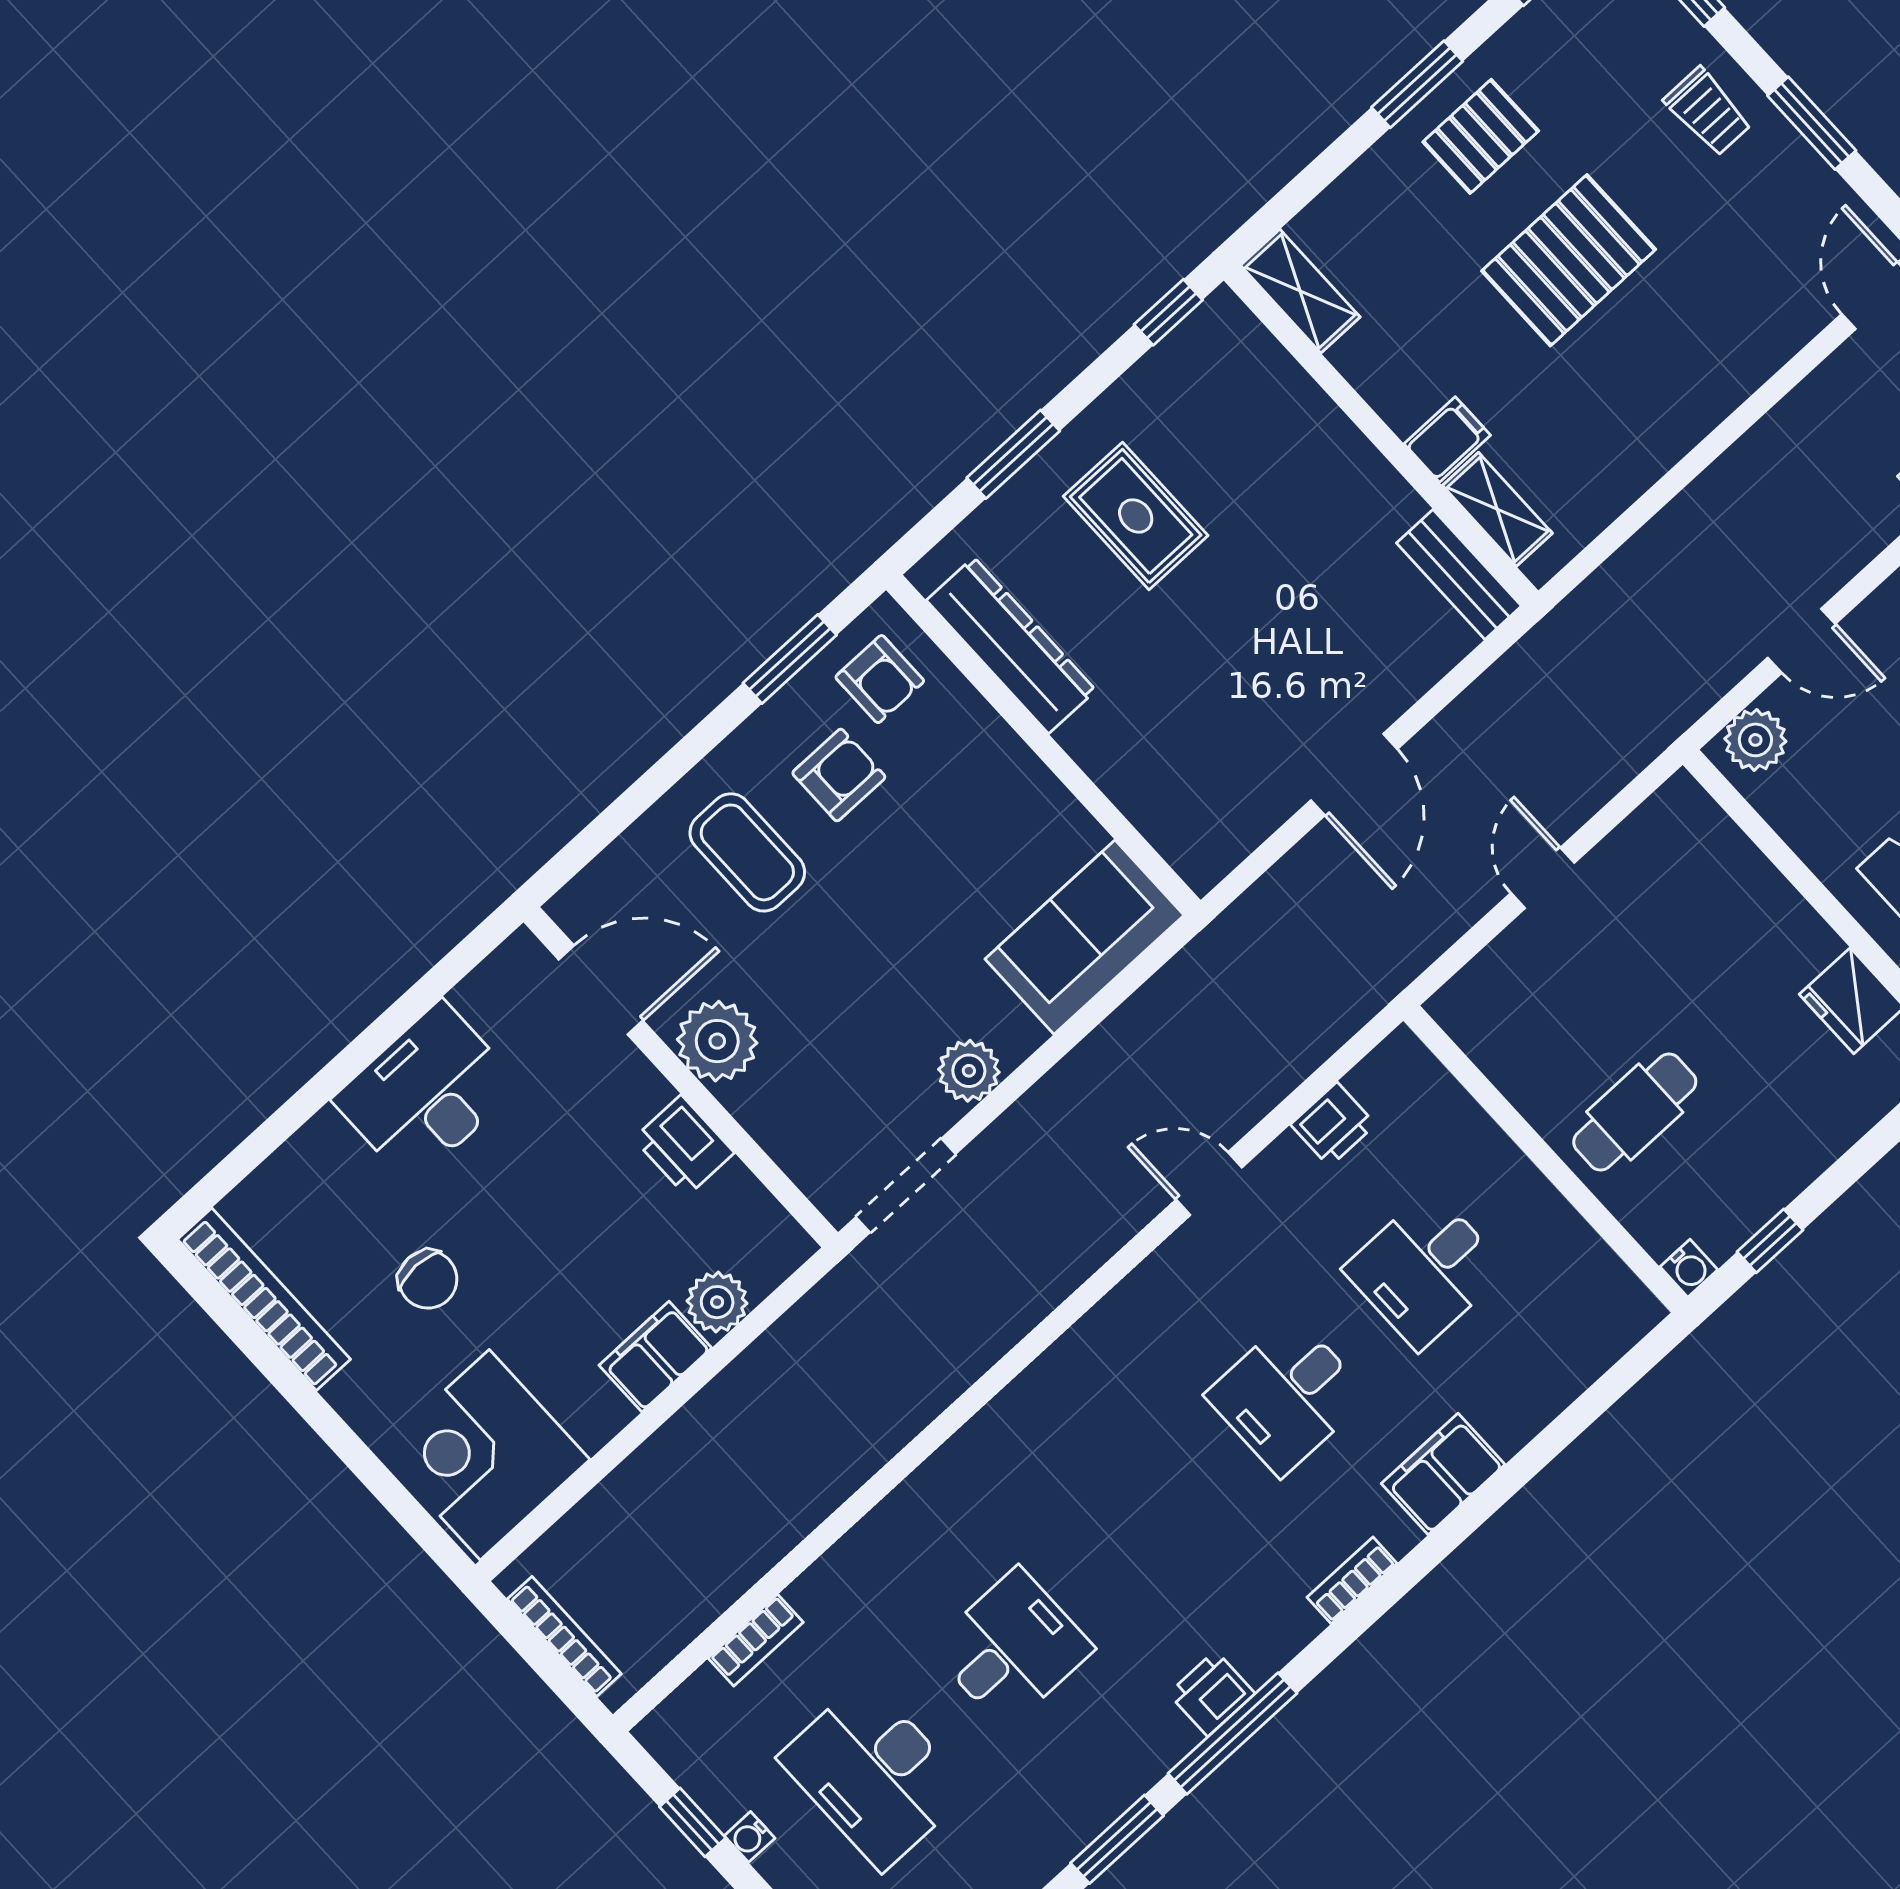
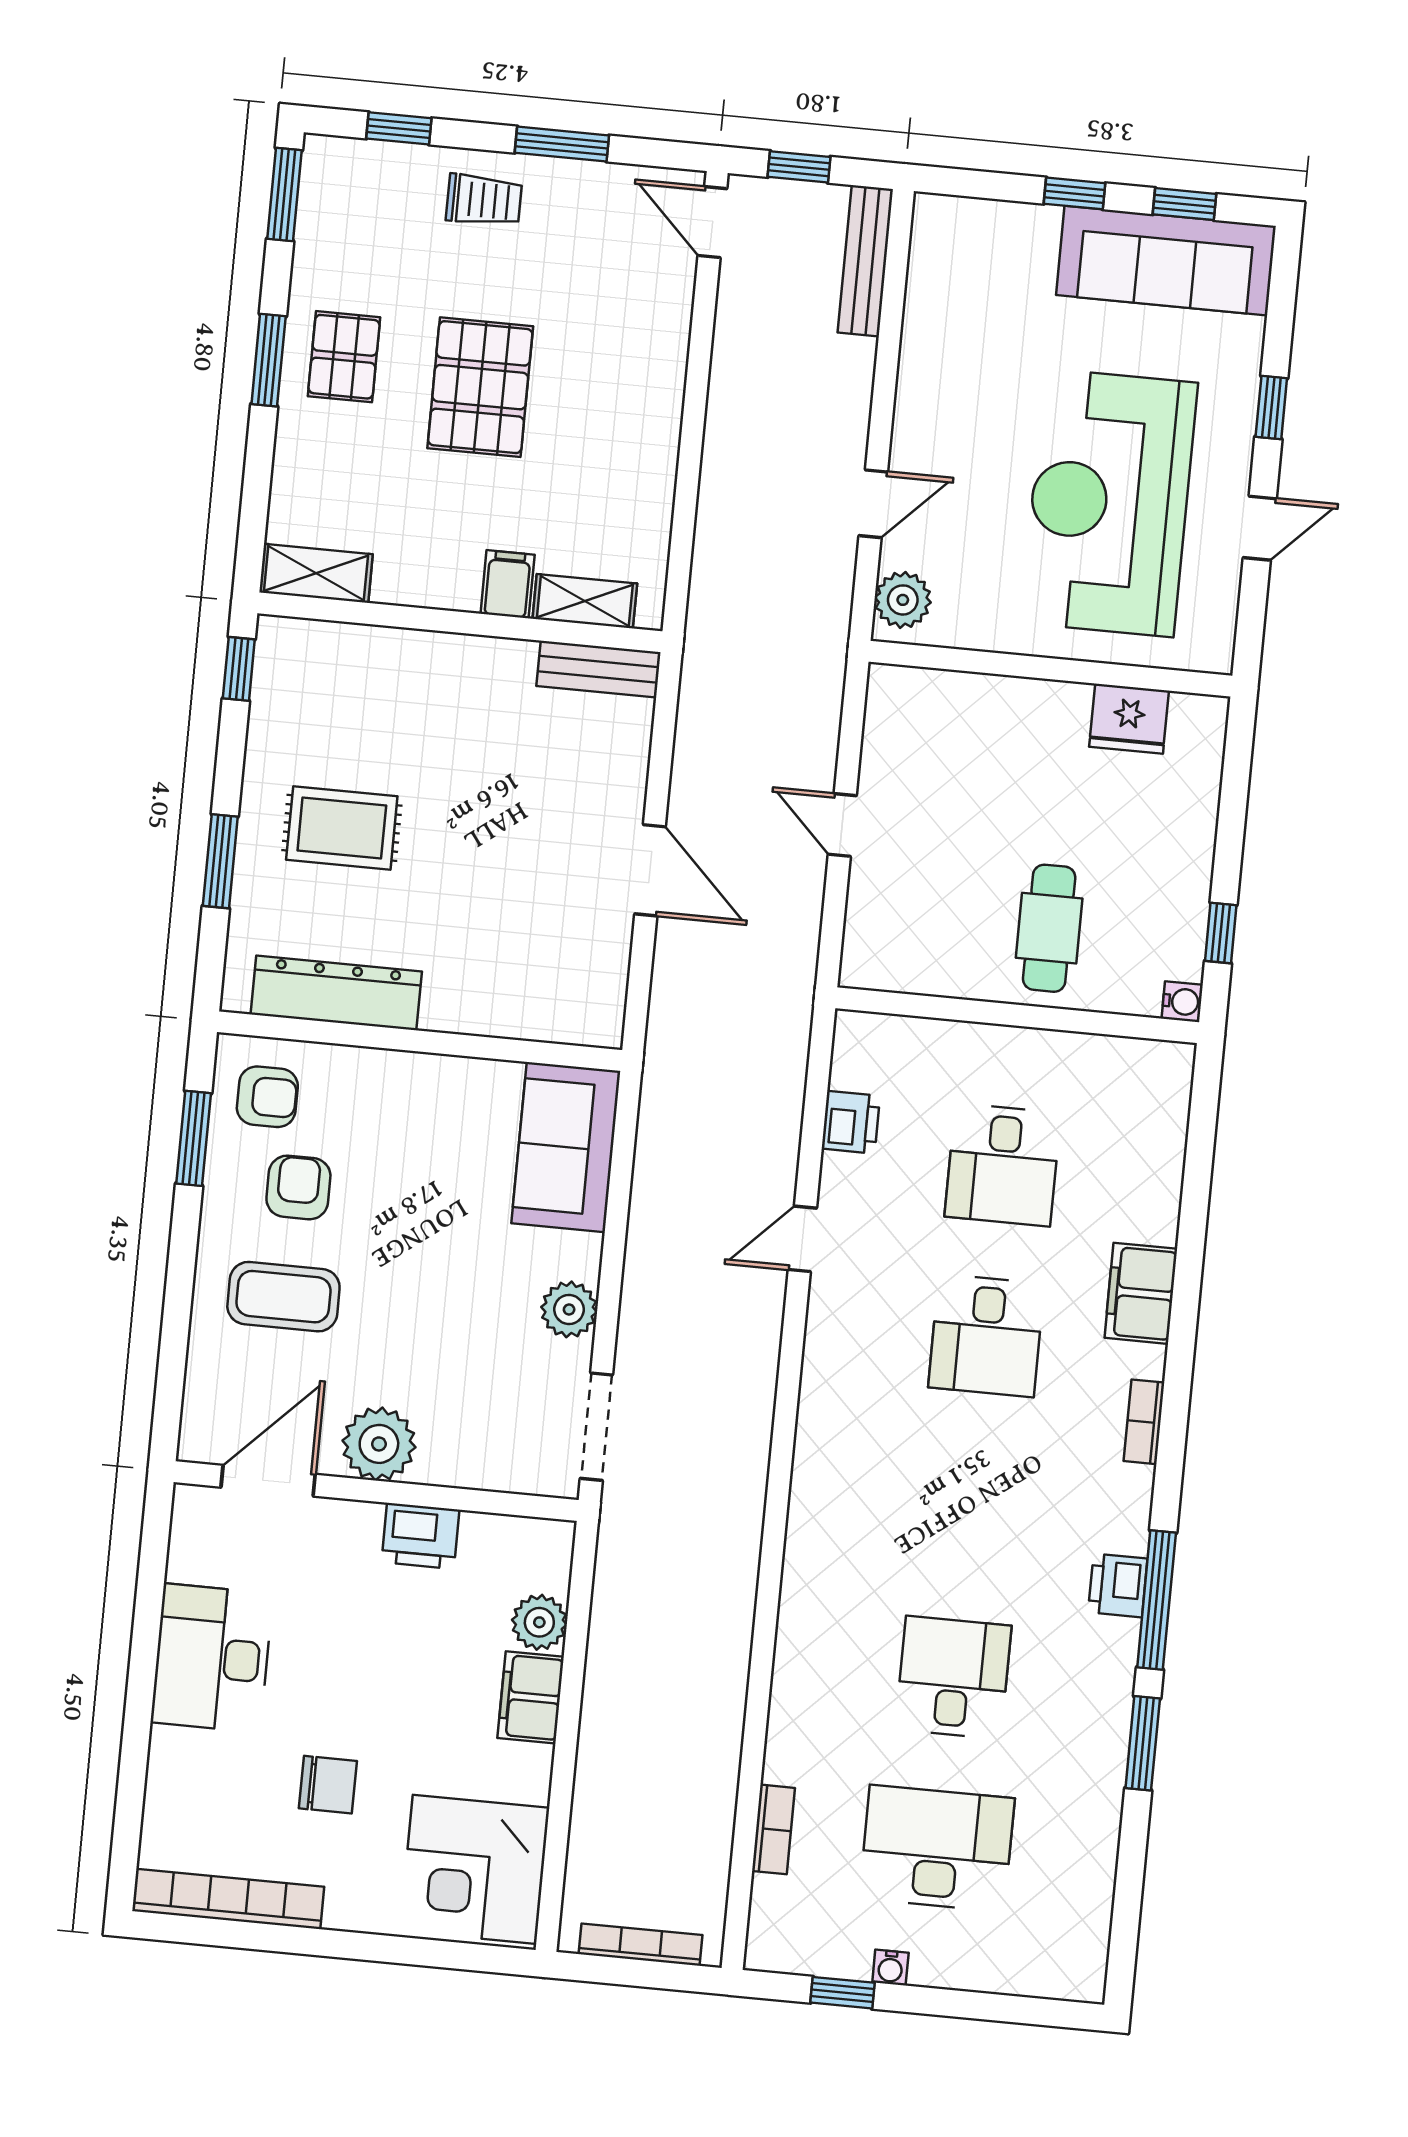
desk: (874, 1774) -> (937, 1848), turned 180

